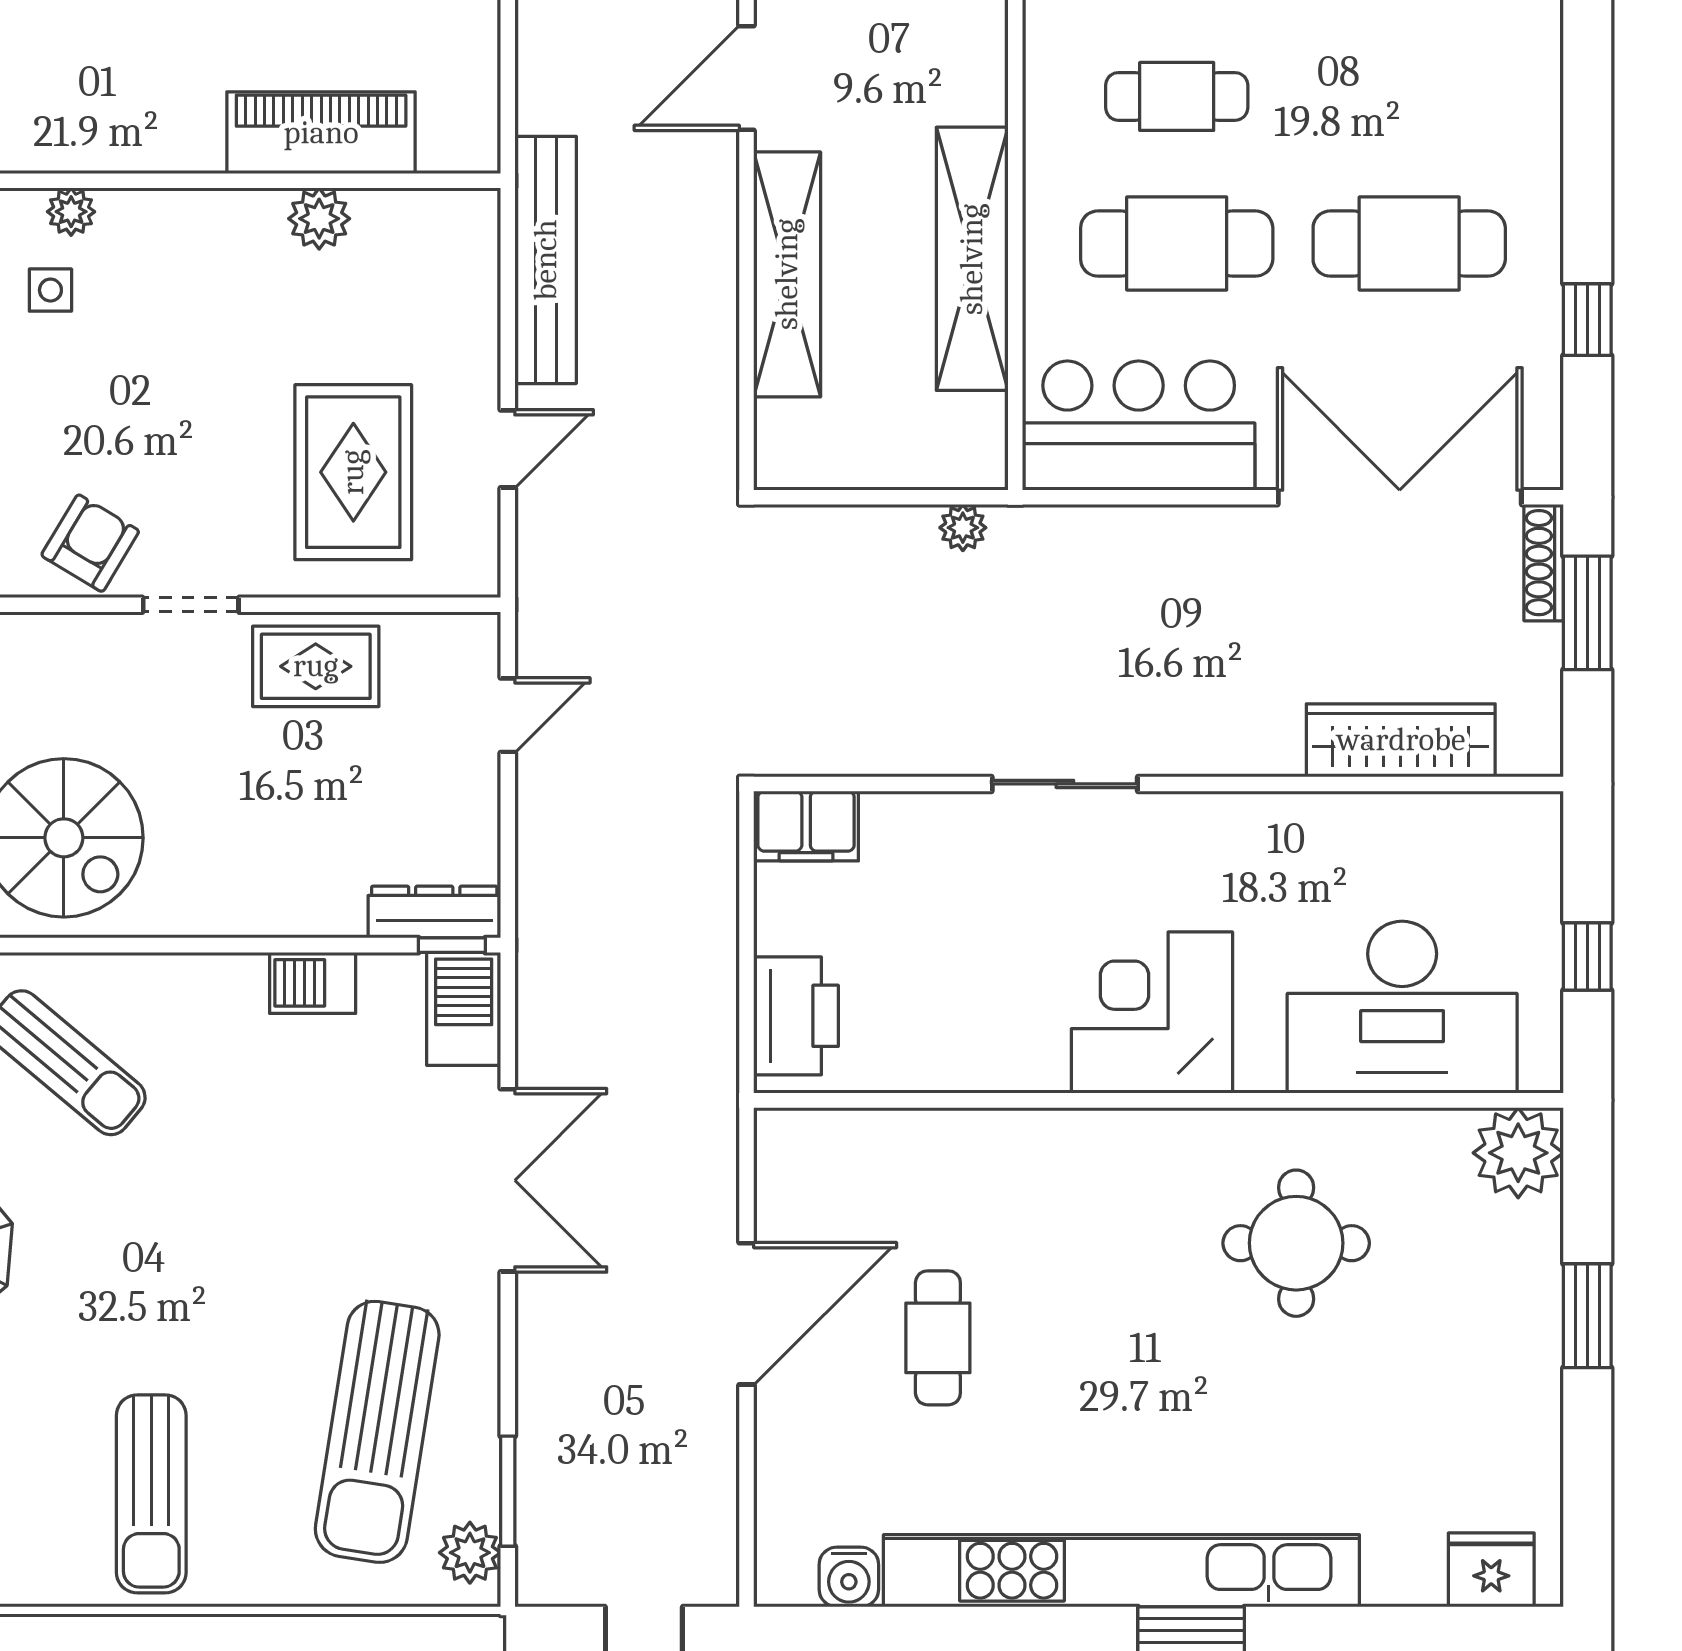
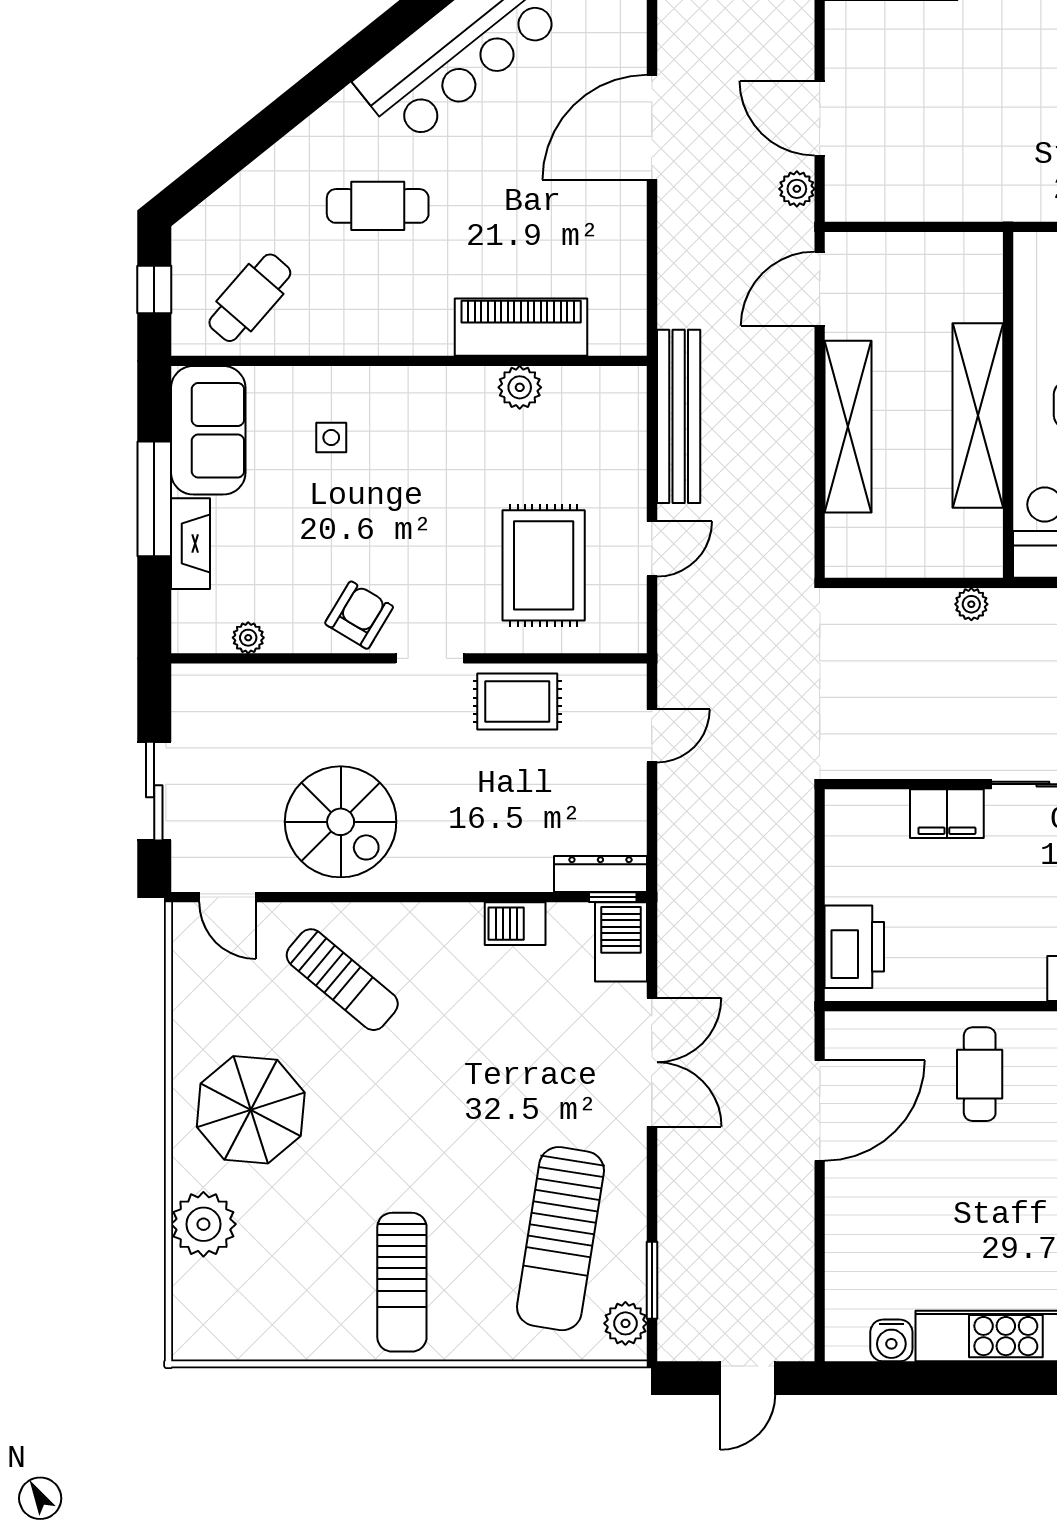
plant: (71, 212) -> (346, 383), removed
filing cabinet: (806, 826) -> (947, 814), moved
door: (747, 1314) -> (820, 1110), moved
cafe table: (938, 1338) -> (980, 1074), moved

